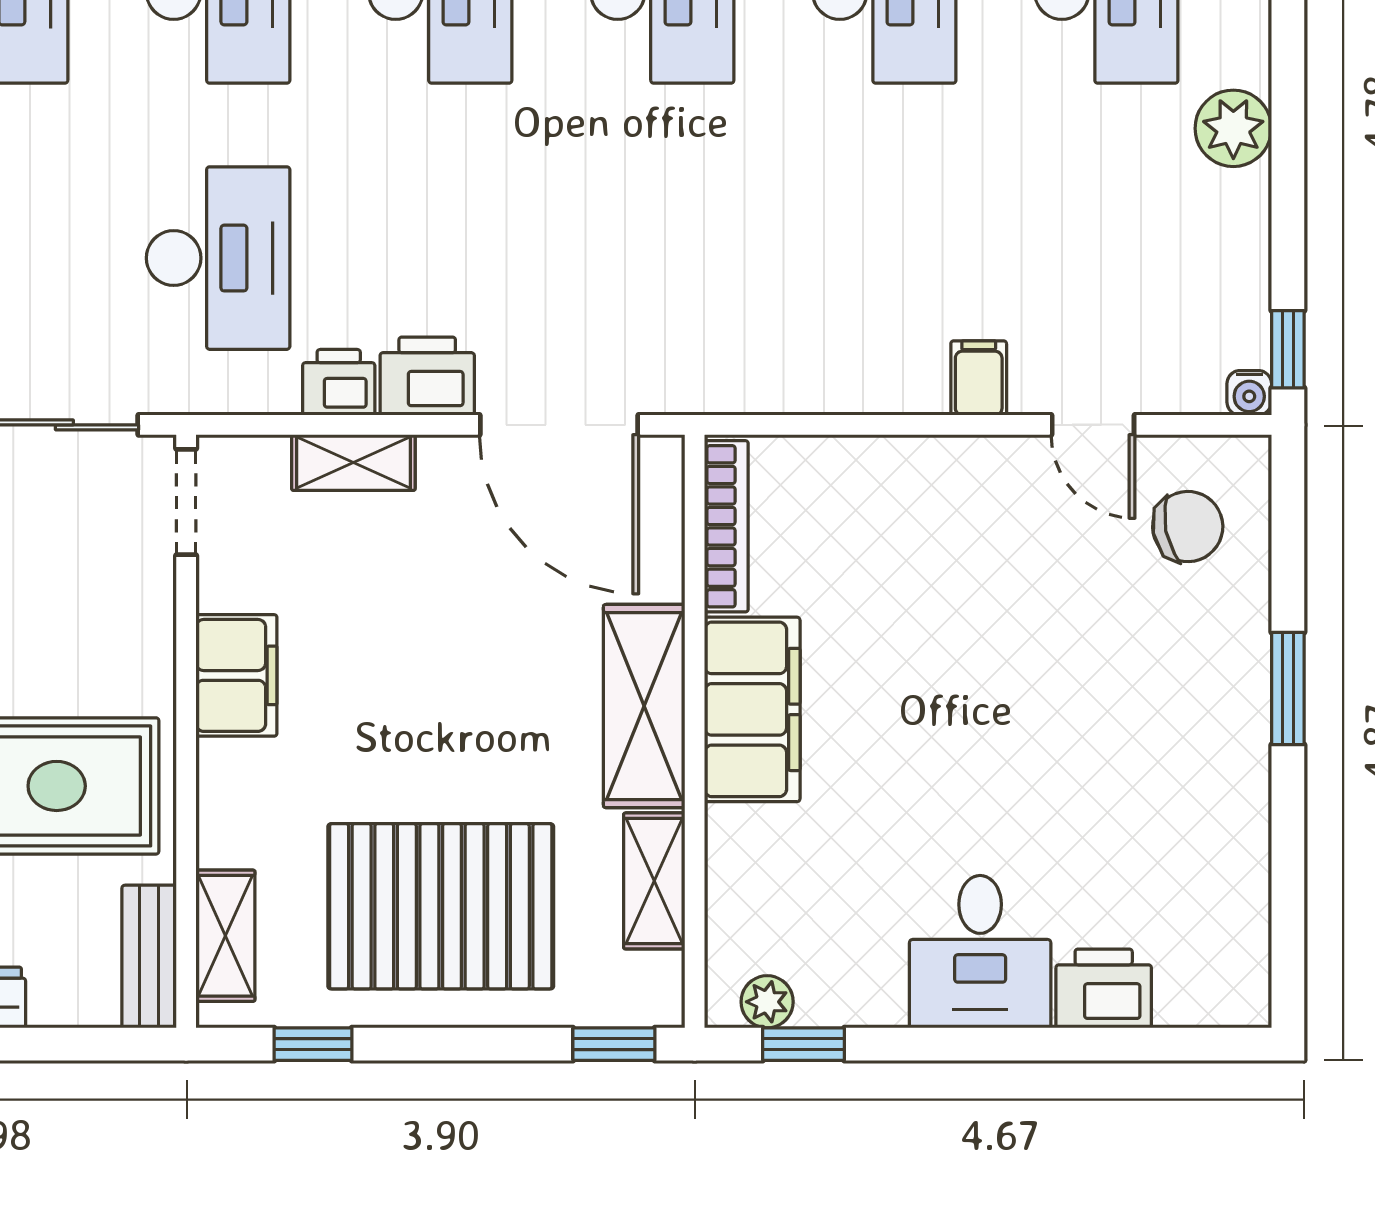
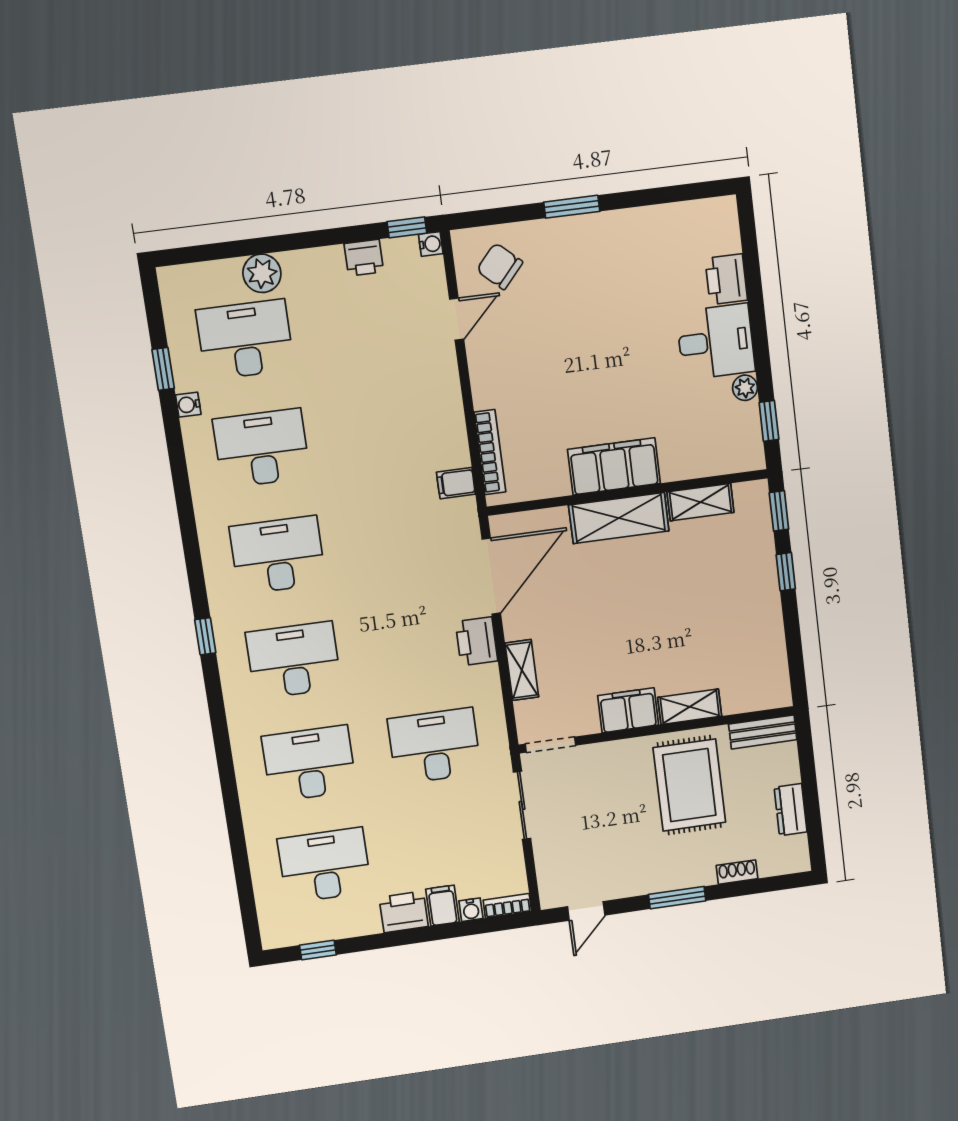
plant: (1233, 128) -> (262, 273), moved
filing cabinet: (979, 378) -> (456, 483), moved
printer: (339, 382) -> (364, 258), moved, turned -90
bookcase: (726, 526) -> (490, 452), moved, turned 90
chair: (1188, 527) -> (500, 266), turned -37
pallet: (441, 906) -> (724, 601), removed
shelving: (225, 936) -> (690, 707), moved
plant: (767, 1002) -> (745, 388), moved
window: (313, 1044) -> (786, 572), moved

